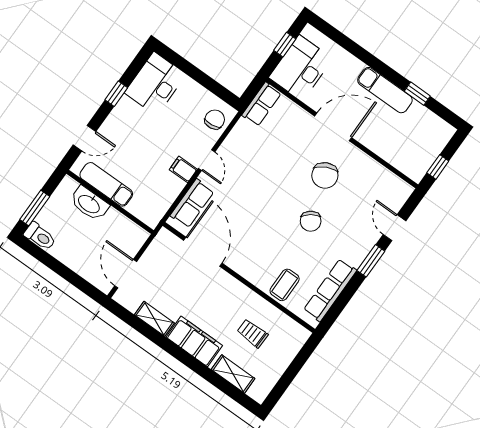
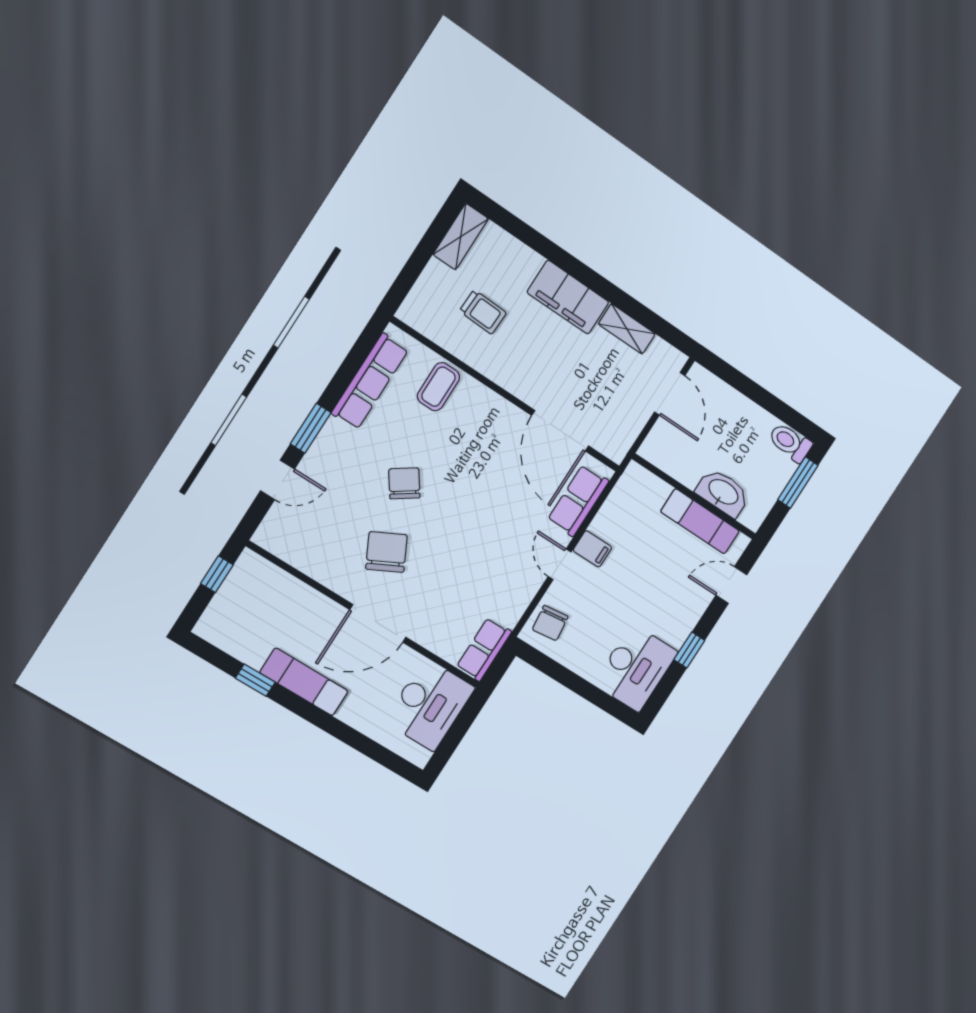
window: (285, 45) -> (454, 736), removed
door: (394, 228) -> (277, 480), hinge flipped
shelving: (233, 374) -> (461, 237), moved, turned 90

